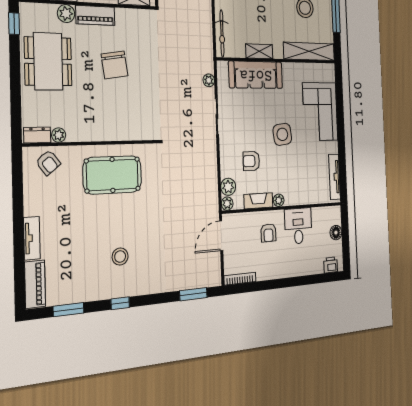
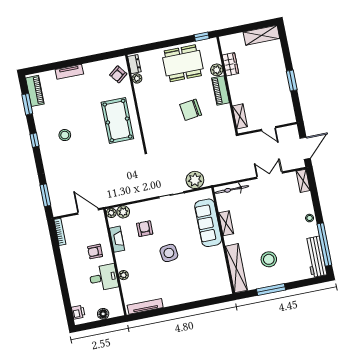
plant: (209, 80) -> (195, 180), width x1.88, depth x1.88
corner sofa: (320, 112) -> (193, 285), removed
plant: (279, 200) -> (124, 275), moved
piano: (35, 284) -> (35, 91), moved, turned -90

